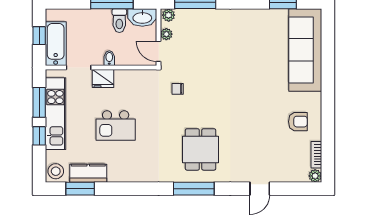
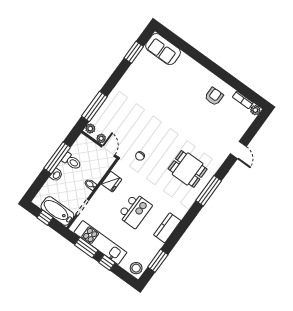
washbasin: (142, 17) -> (56, 175), moved, width x0.52, depth x0.69
sofa: (305, 50) -> (163, 49), width x0.54, depth x0.79
door: (159, 51) -> (108, 151), swing flipped
fridge: (103, 79) -> (112, 182), moved
kitchen counter: (88, 173) -> (167, 228), moved

